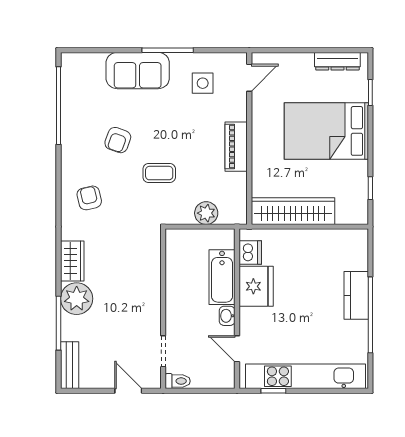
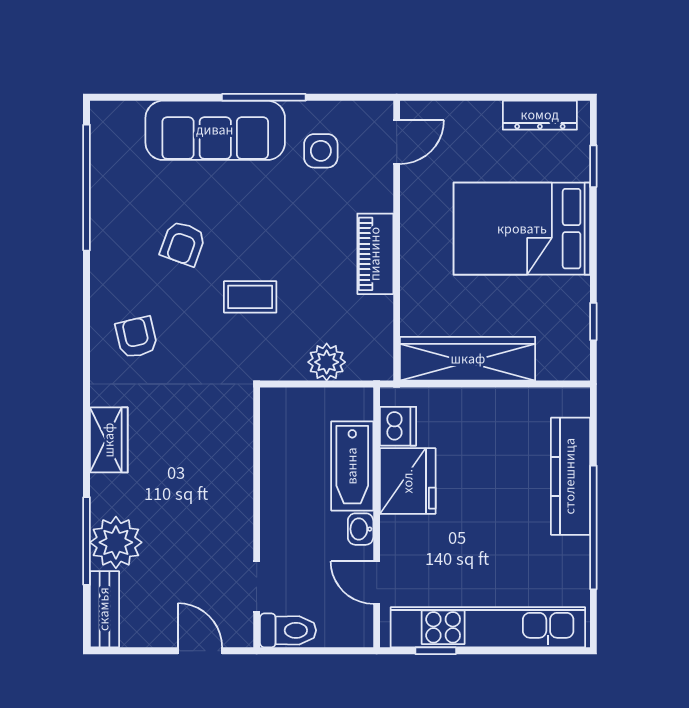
sofa: (138, 71) -> (215, 130), width x1.36
kitchen counter: (356, 295) -> (570, 476), width x1.50
plant: (77, 299) -> (116, 542), moved
toilet: (178, 381) -> (288, 630), width x1.37, depth x1.39

